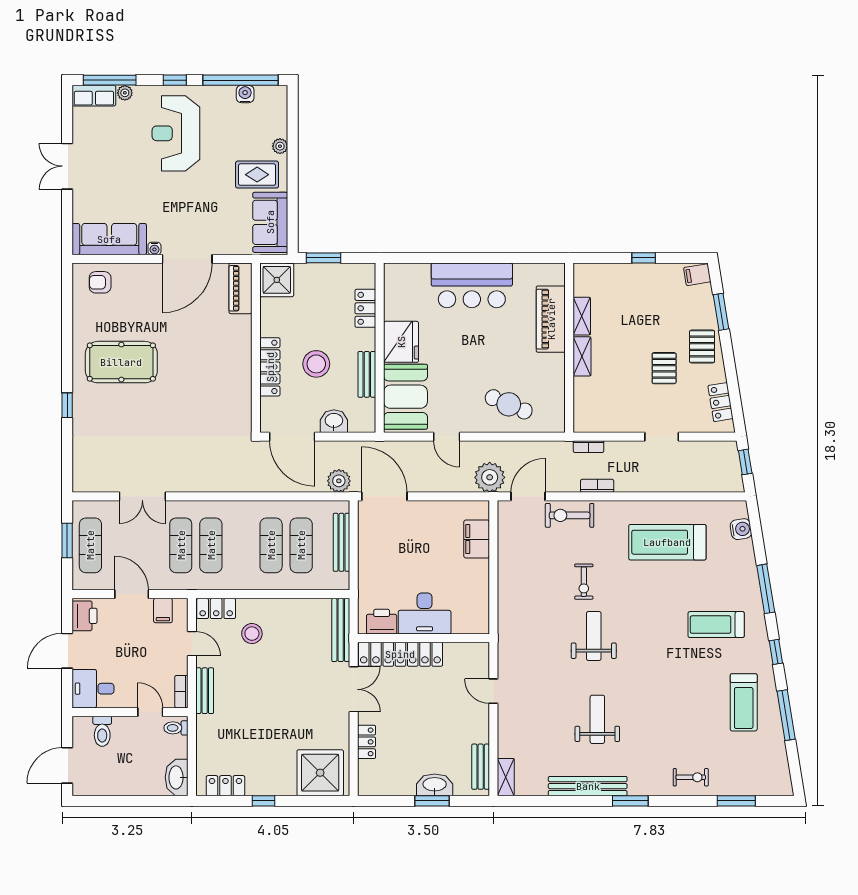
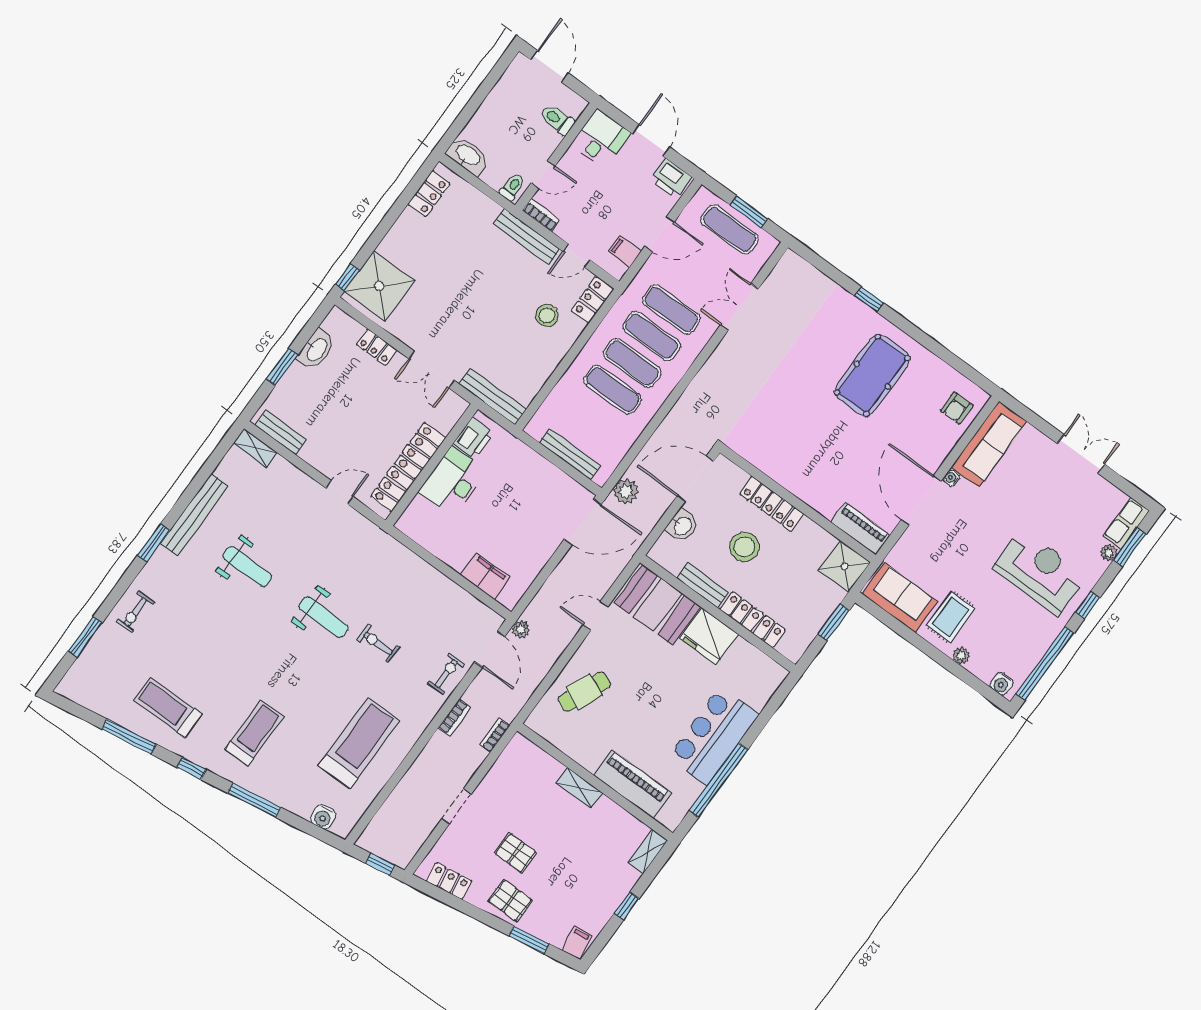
window: (110, 80) -> (1130, 547), width x0.69
water cooler: (245, 94) -> (1002, 684), moved, turned 90
window: (501, 258) -> (719, 780), added
armchair: (100, 282) -> (957, 408), turned 180
locker: (365, 308) -> (753, 620), width x1.53
shelving: (582, 316) -> (648, 852), moved, turned 90
plant: (490, 477) -> (521, 629), width x0.53, depth x0.53
exercise bike: (570, 515) -> (446, 674), width x0.73, depth x0.72
exercise mat: (301, 545) -> (632, 363), moved
locker: (400, 654) -> (408, 467), moved
bench: (205, 691) -> (527, 237), width x1.36
washbasin: (435, 785) -> (316, 349), moved
window: (264, 801) -> (347, 277), moved

